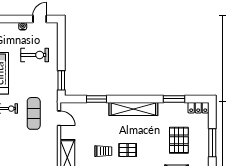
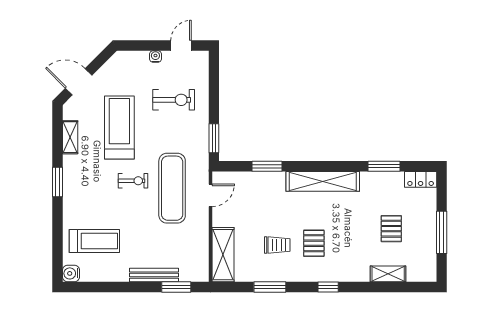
exercise mat: (34, 113) -> (172, 188), width x1.36, depth x1.45
door: (59, 118) -> (210, 195), hinge flipped
pallet: (179, 140) -> (391, 229), width x0.67, depth x0.71
pallet: (128, 150) -> (314, 243), turned 90

